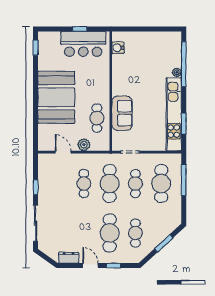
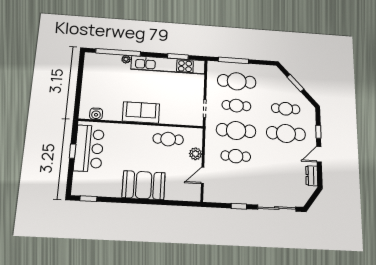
booth: (56, 97) -> (144, 185), width x0.73, depth x0.70
sofa: (122, 113) -> (141, 113), moved

